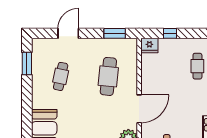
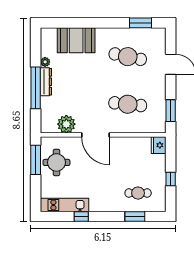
window: (170, 33) -> (171, 179), moved
cafe table: (61, 76) -> (128, 57), width x1.37, depth x1.35

